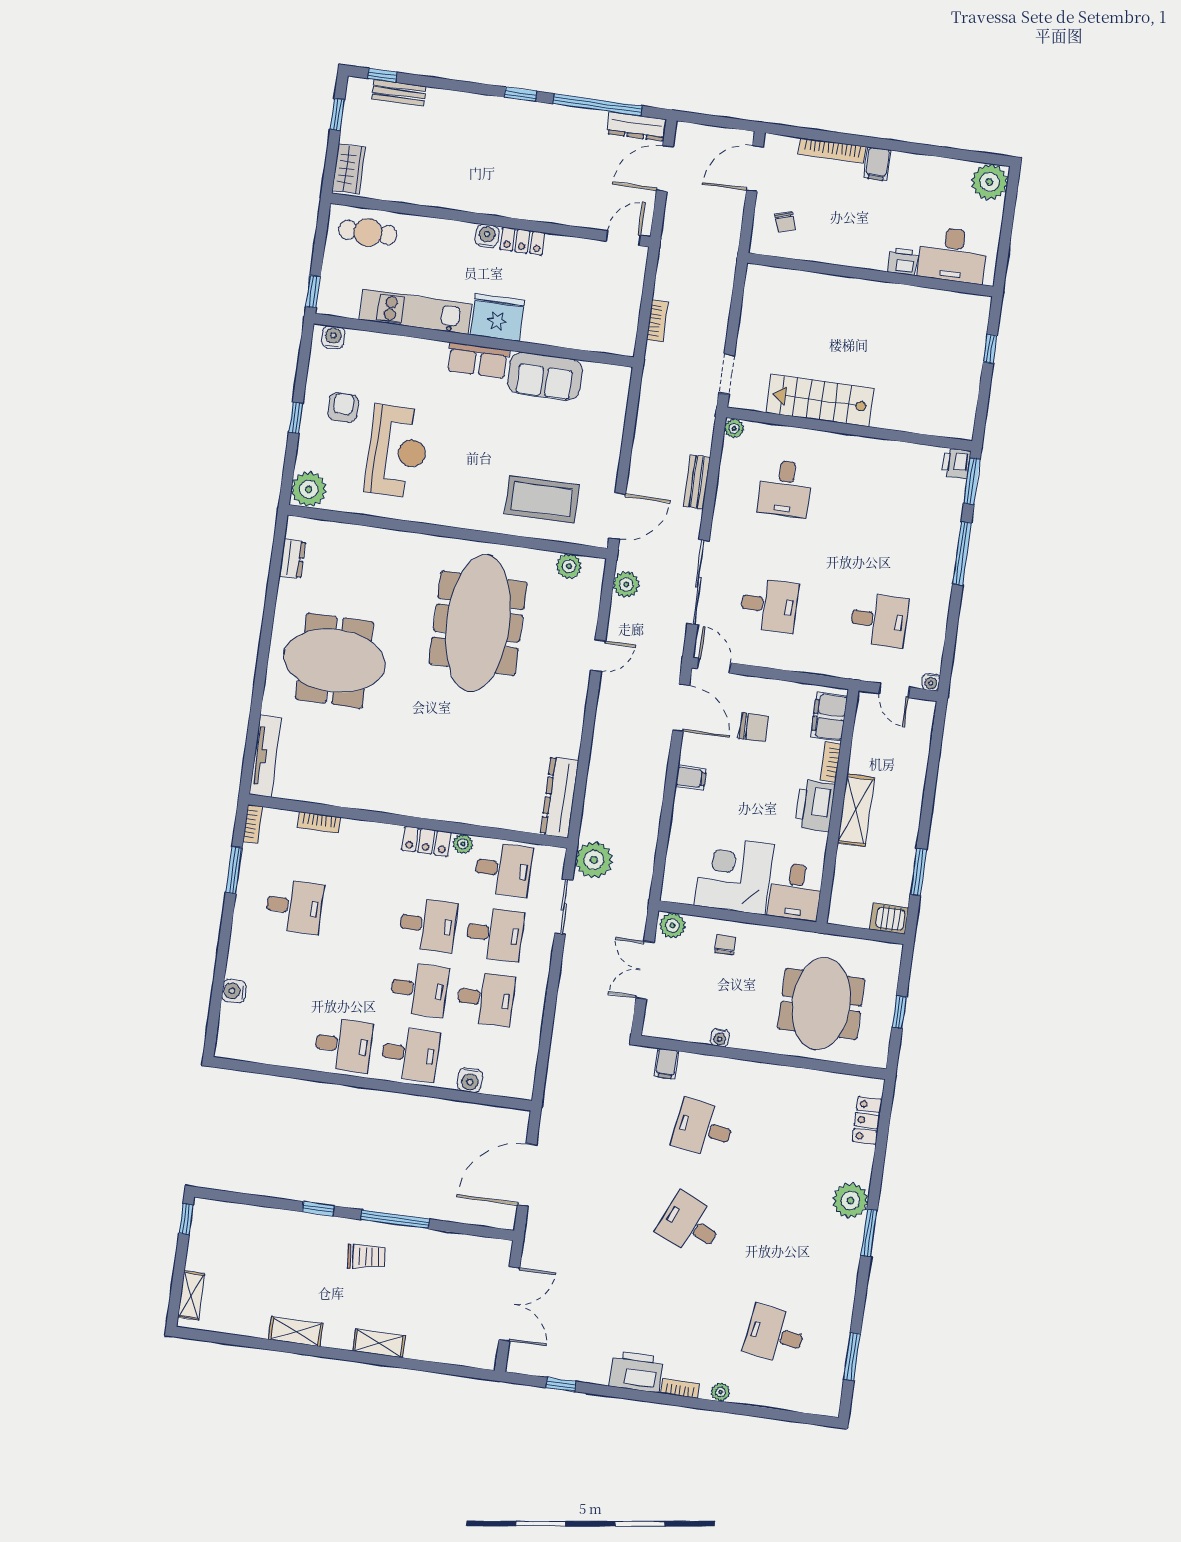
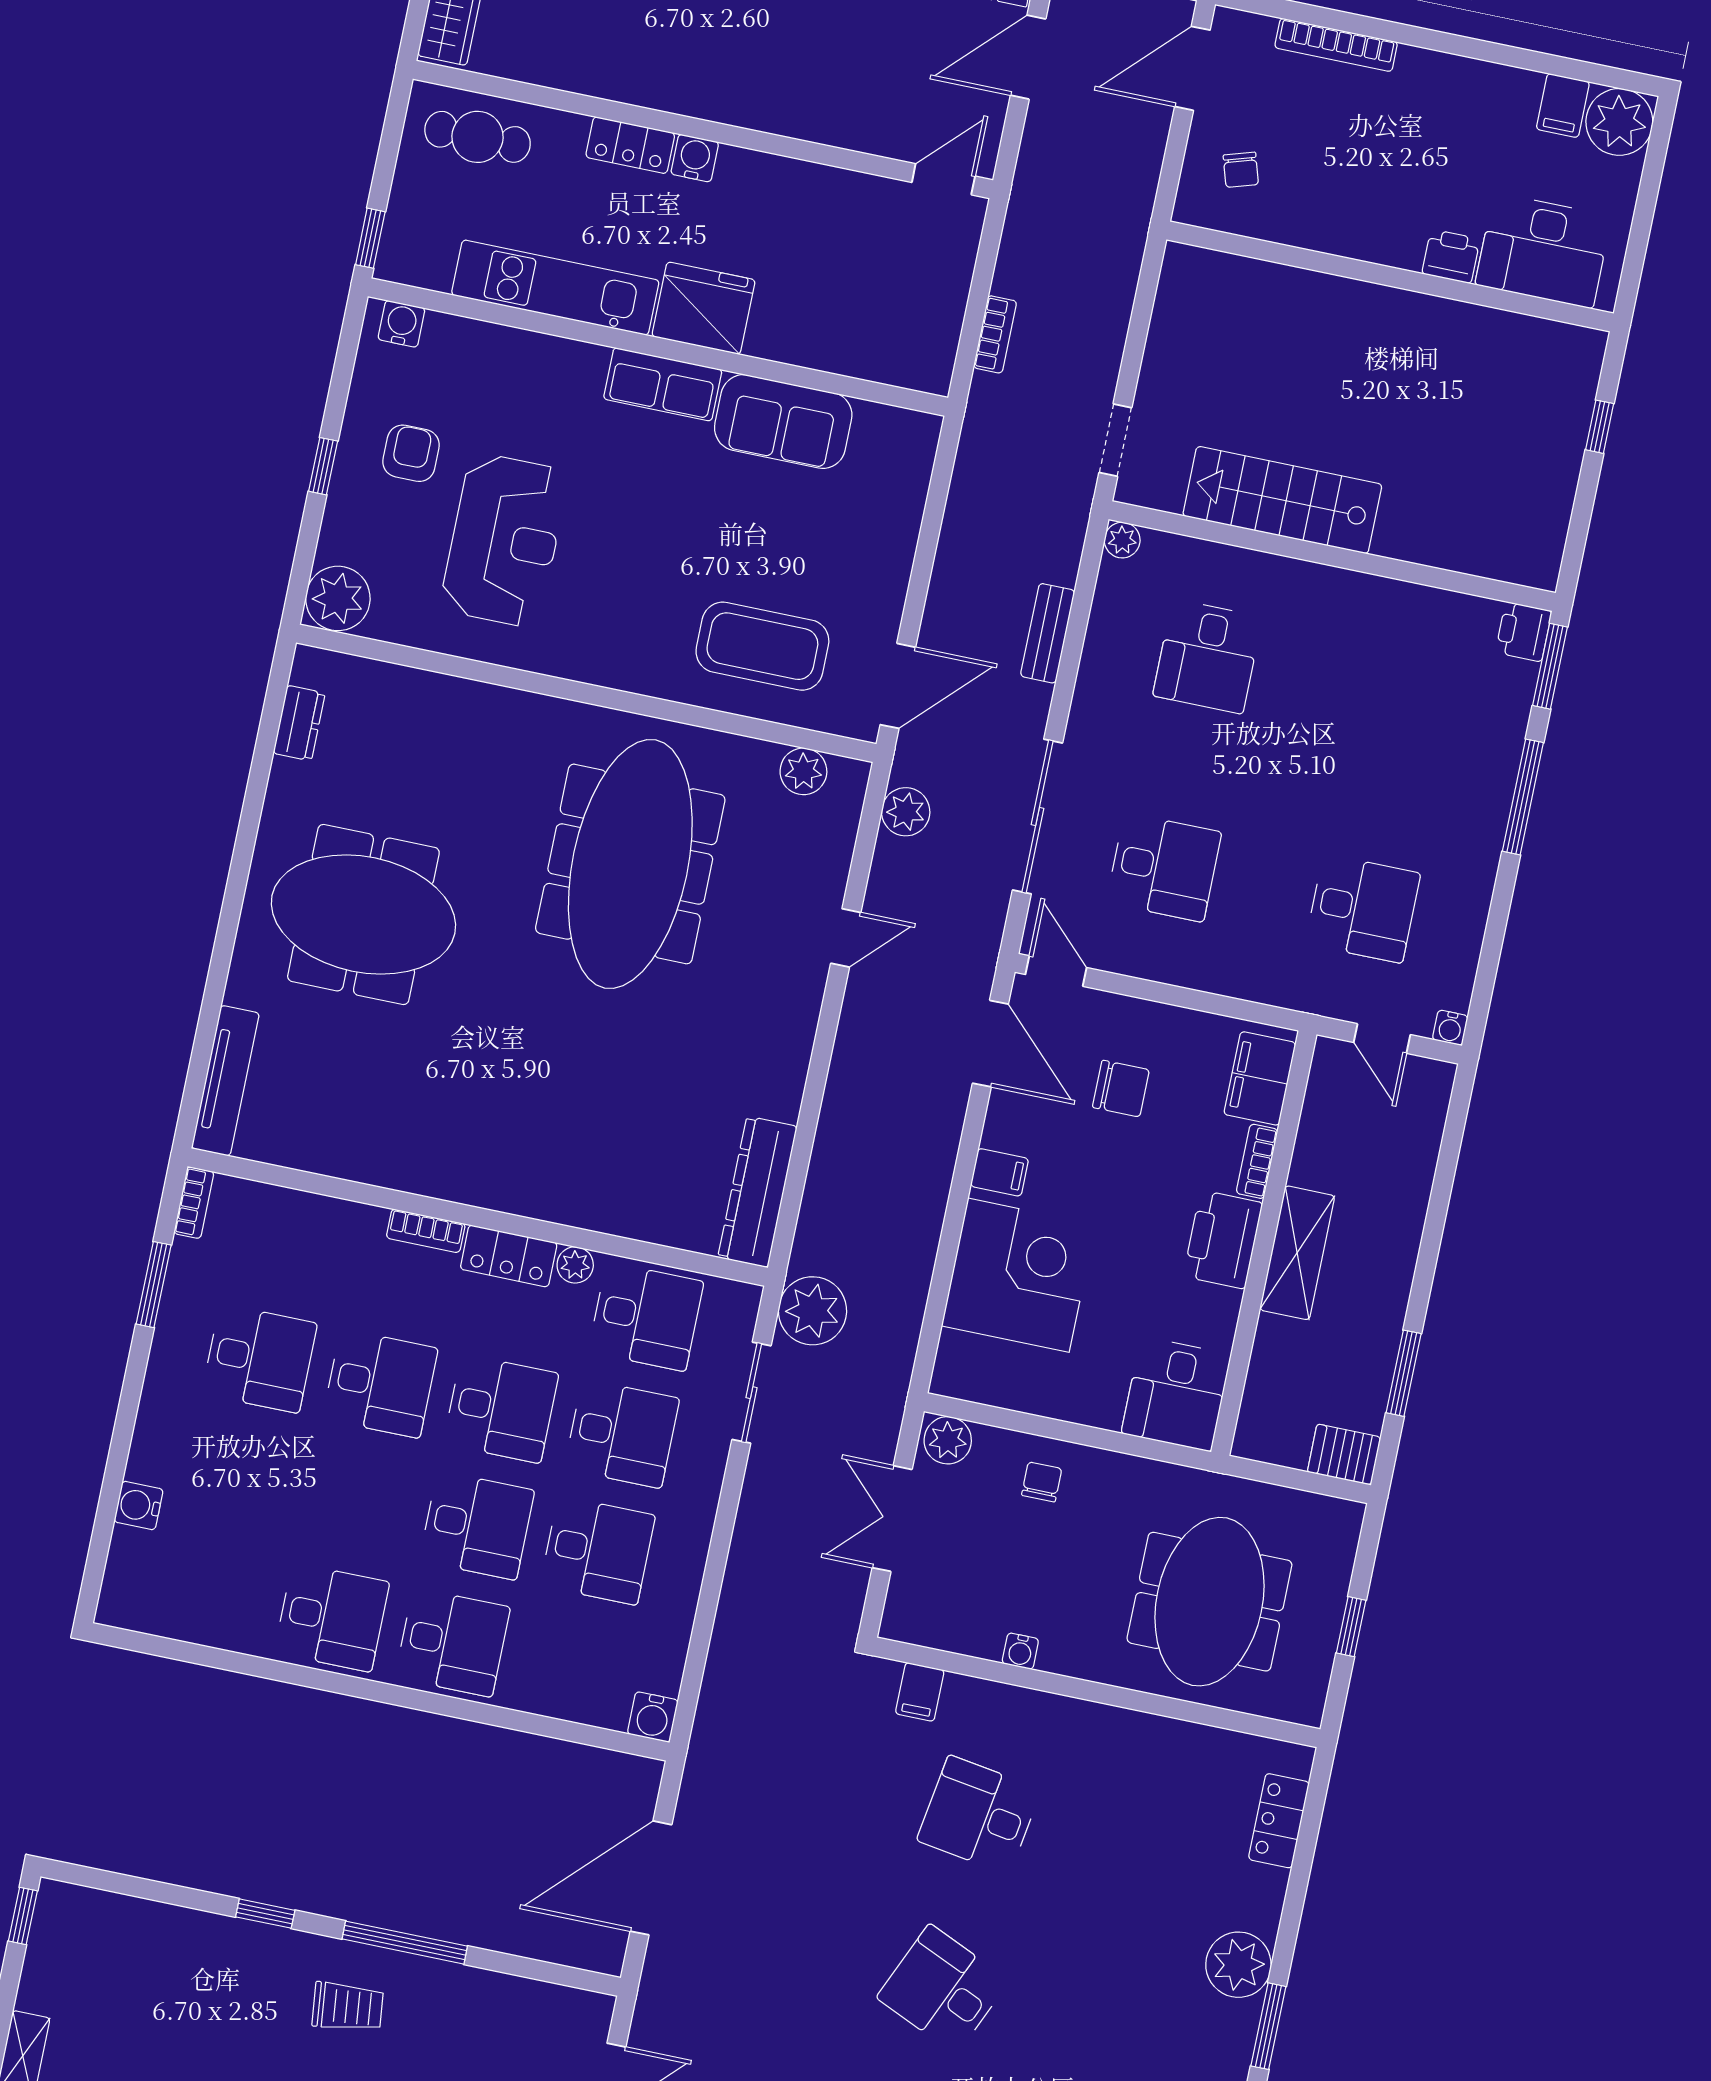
filing cabinet: (877, 164) -> (1563, 105), moved
locker: (522, 241) -> (630, 145), moved
bookcase: (319, 822) -> (426, 1231), moved
corner desk: (734, 875) -> (1018, 1275), moved, turned 90
desk: (361, 916) -> (380, 1383), added
water cooler: (470, 1080) -> (653, 1717), moved

